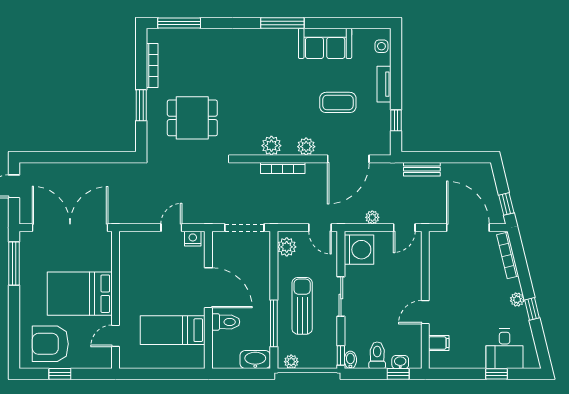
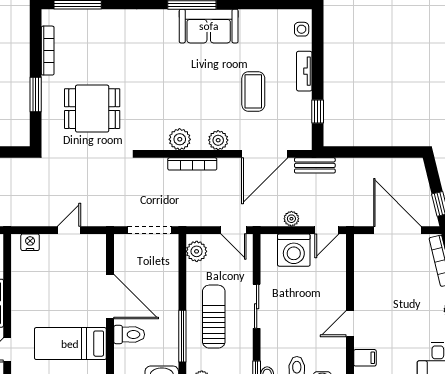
sofa: (325, 43) -> (209, 26), moved
coffee table: (338, 102) -> (253, 91), turned 90
bench: (422, 169) -> (315, 165), moved
nightstand: (193, 239) -> (30, 242), moved
washing machine: (359, 250) -> (294, 250), moved, turned 90

